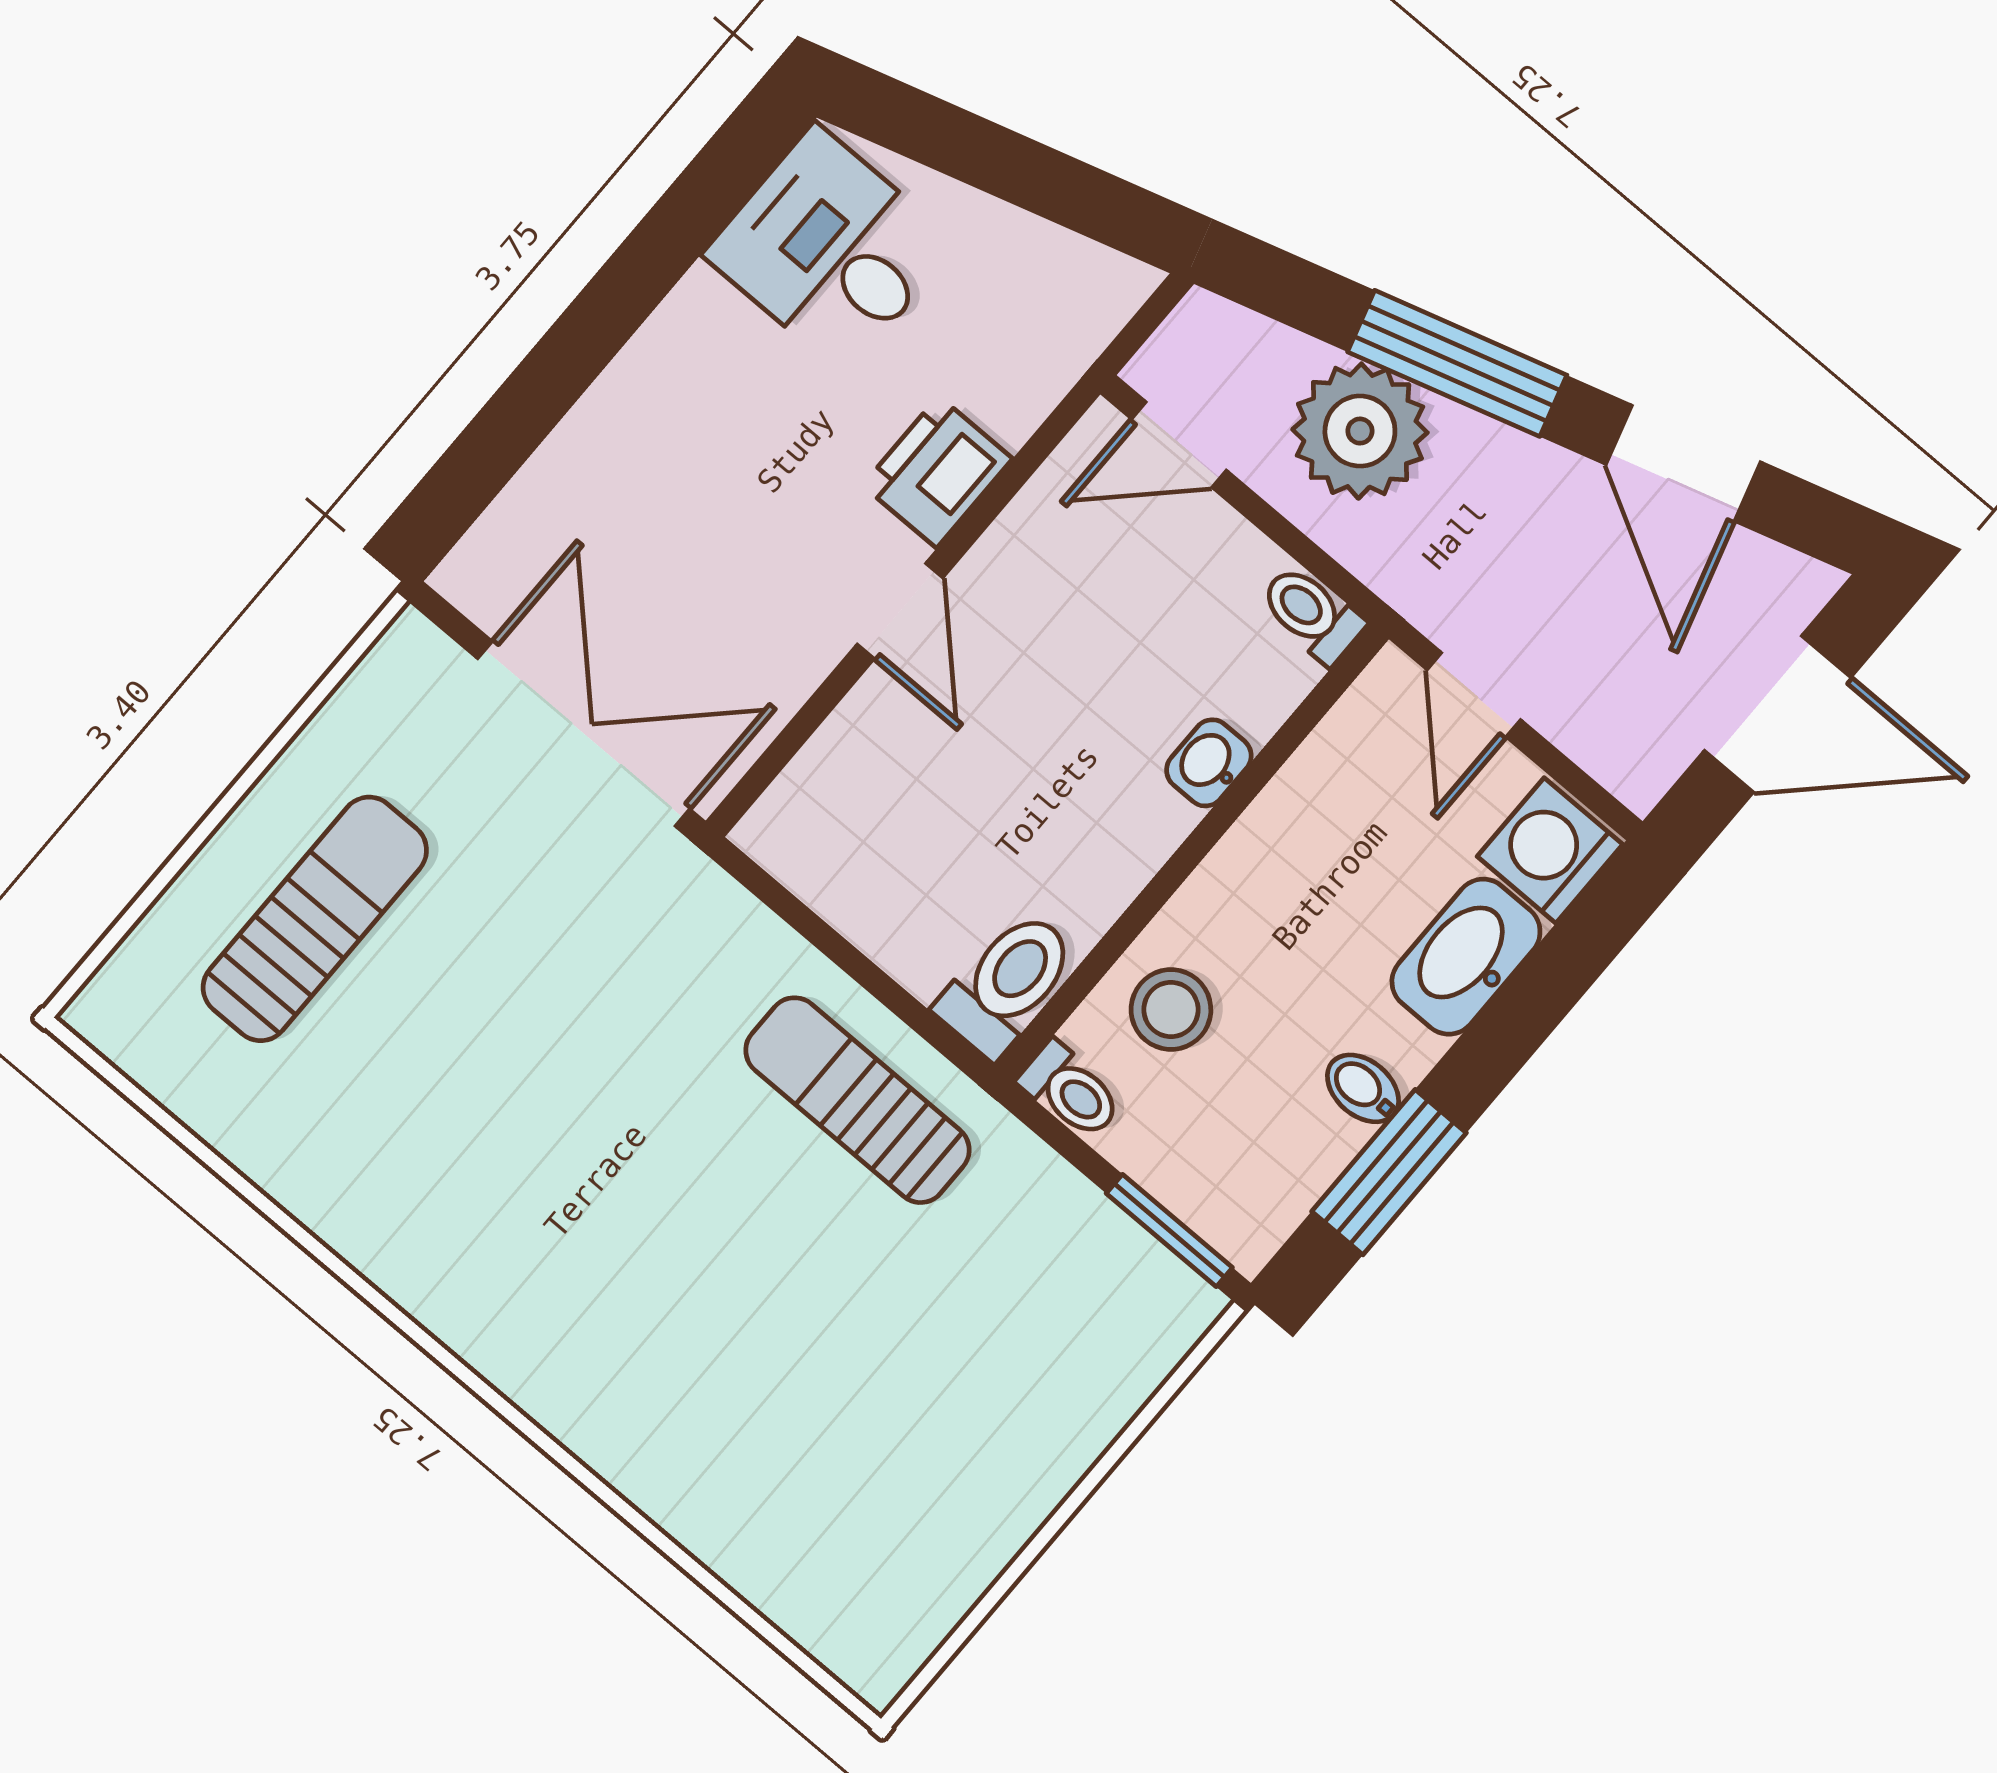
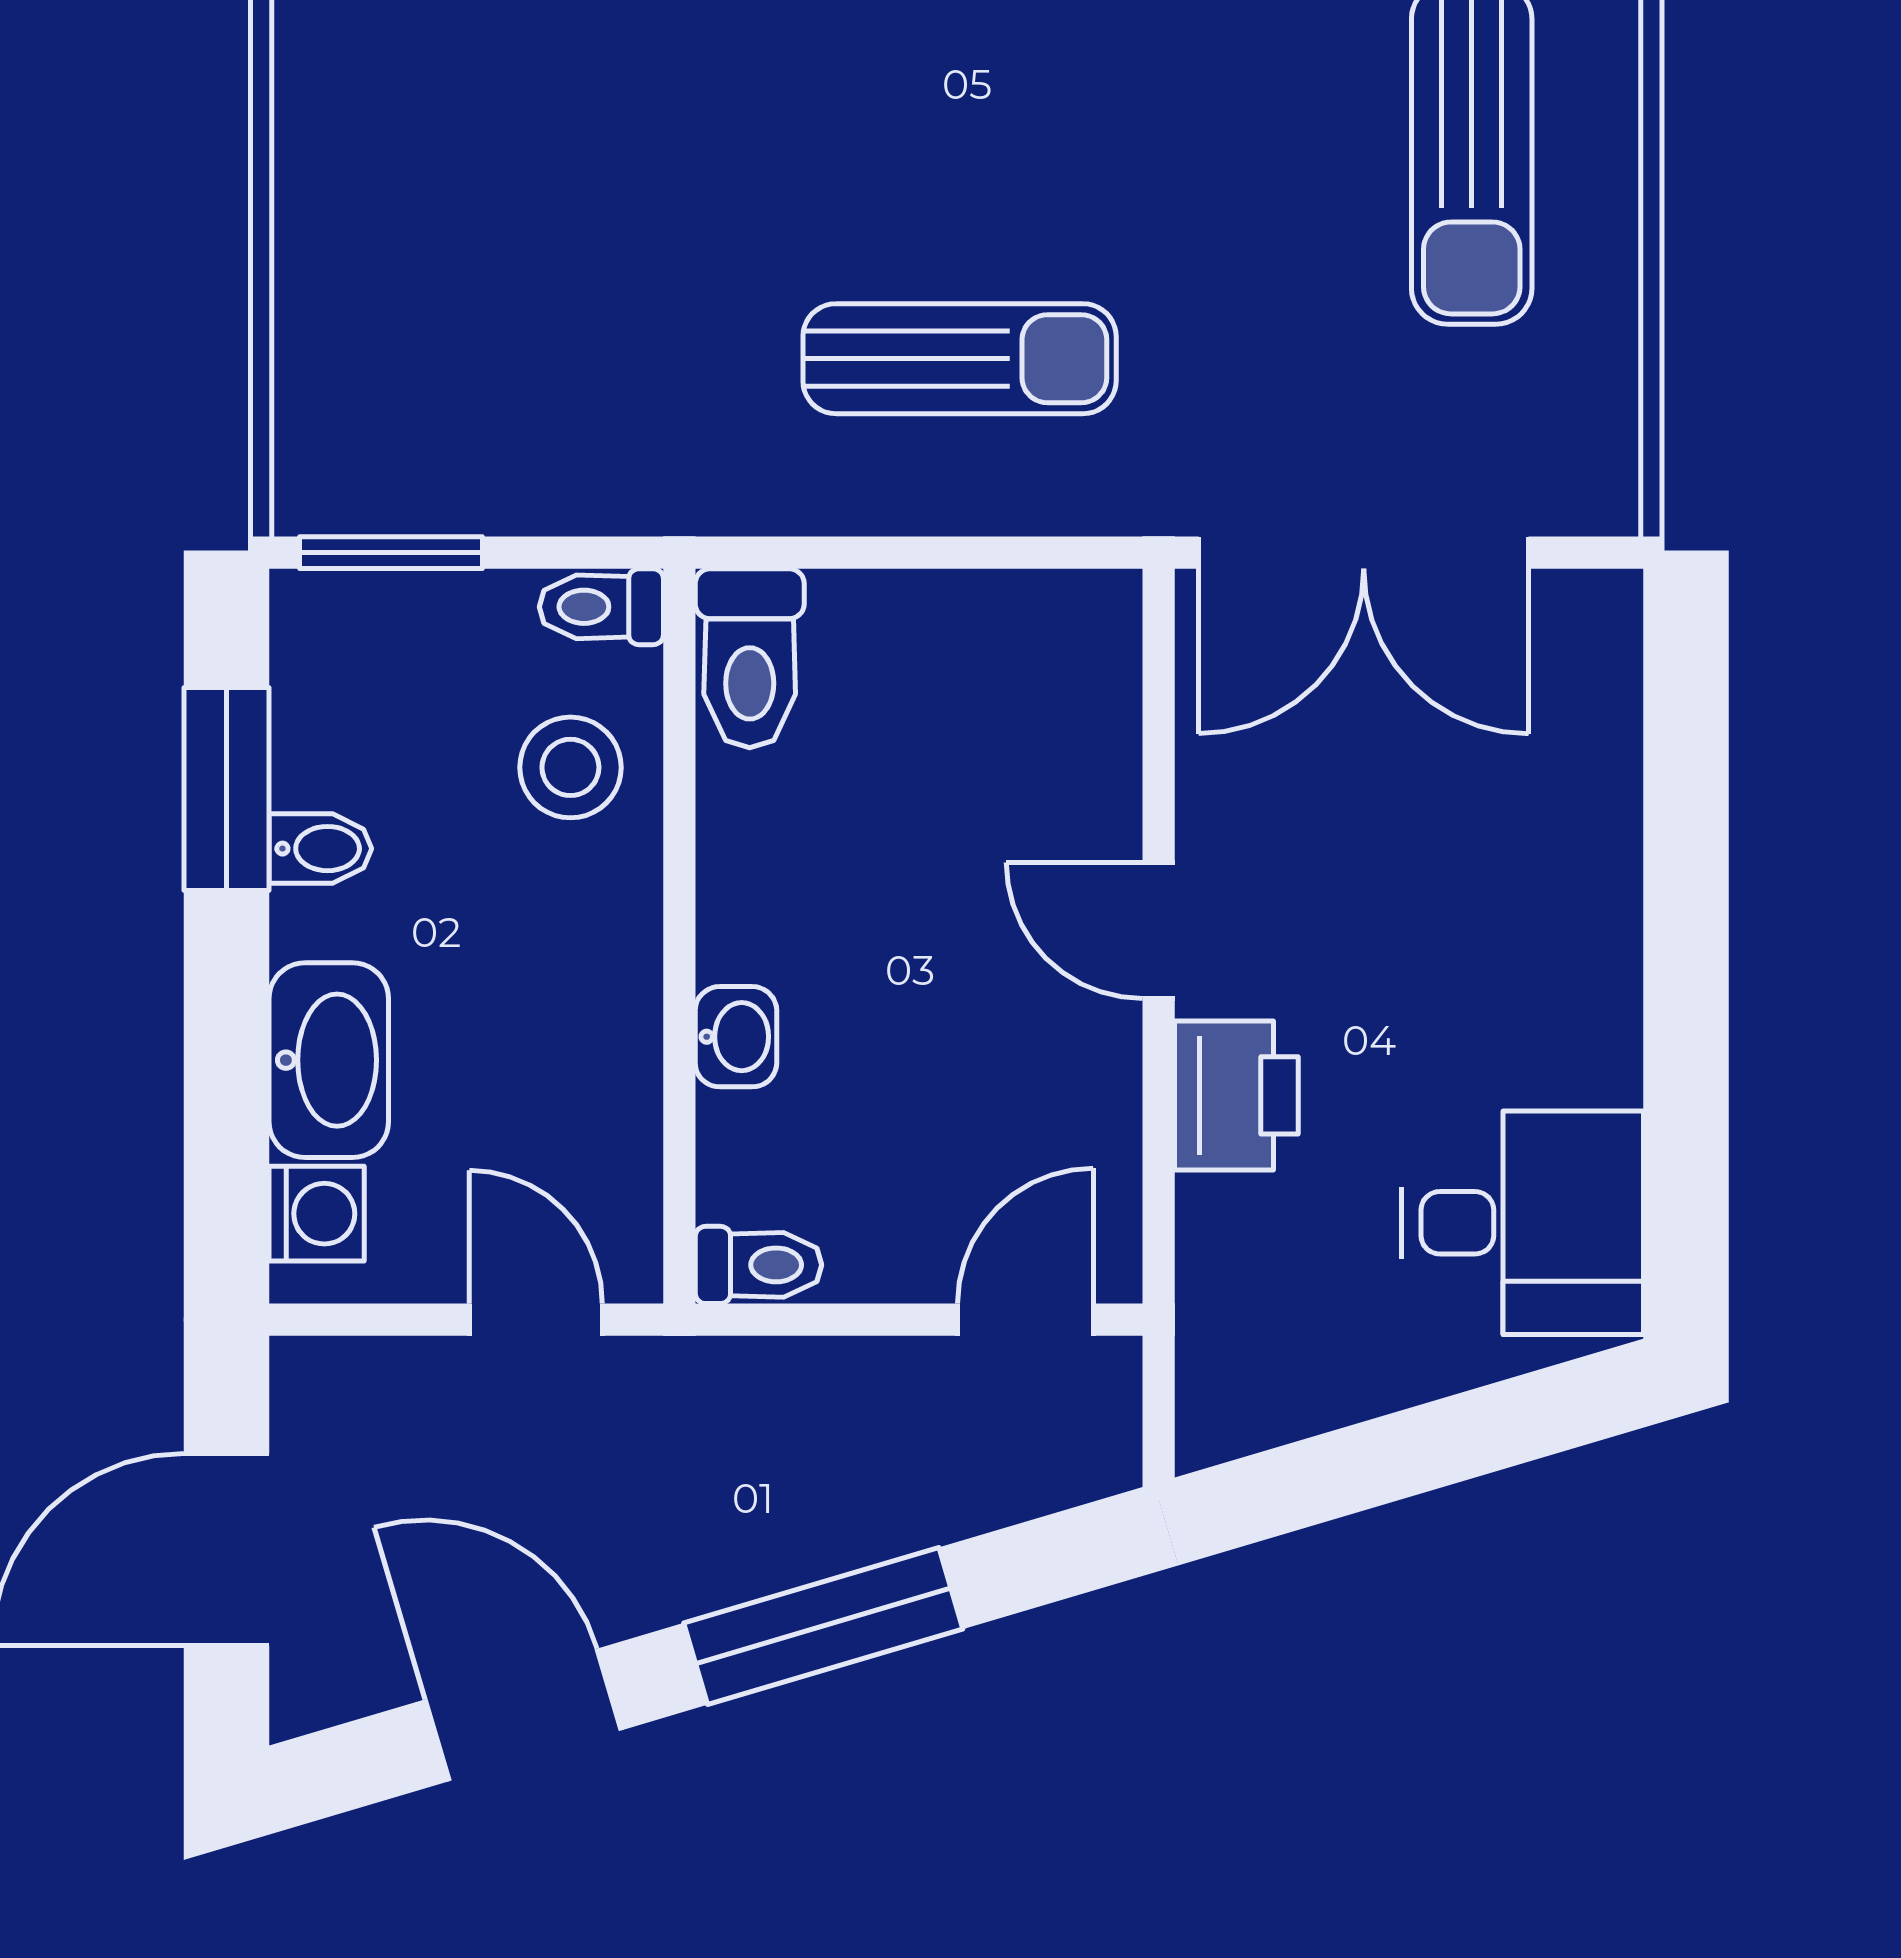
plant: (1360, 431) -> (862, 1481), removed
washing machine: (1550, 850) -> (317, 1214), width x0.73, depth x0.73
sun lounger: (857, 1100) -> (960, 359), moved

